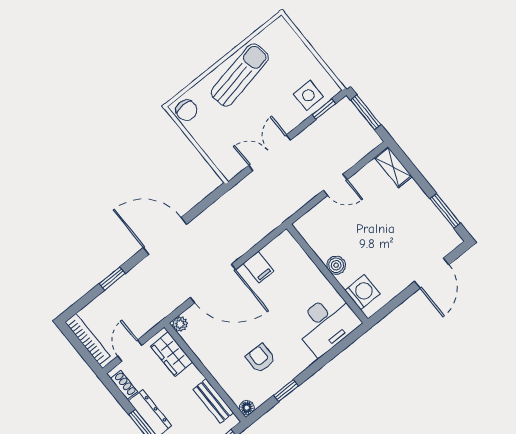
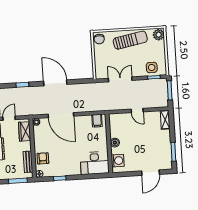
plant: (281, 32) -> (159, 35), added
filing cabinet: (259, 267) -> (97, 121), moved
armchair: (261, 358) -> (43, 158), moved

